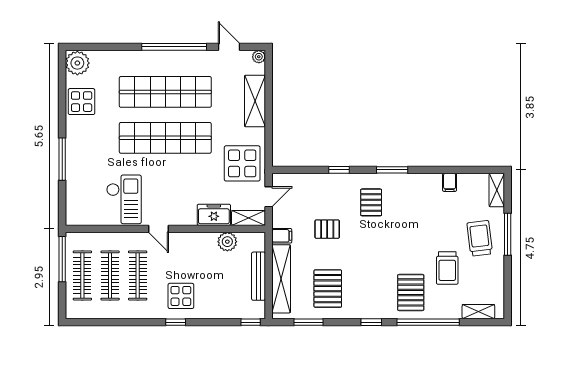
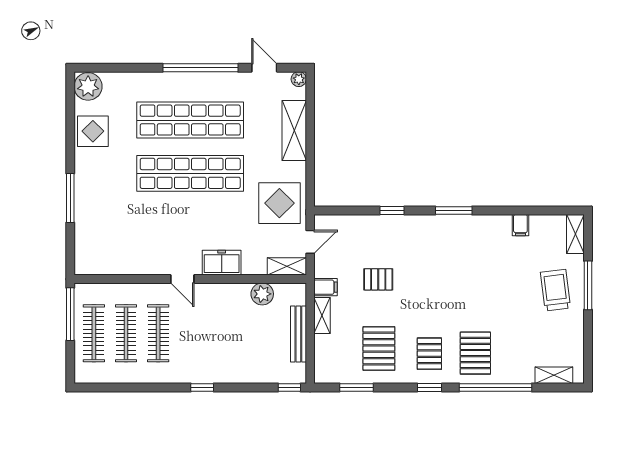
checkout: (124, 199) -> (142, 245), removed
pallet: (371, 202) -> (429, 354), moved
freezer: (214, 215) -> (222, 263), moved
trolley: (447, 268) -> (518, 325), removed
shelving: (281, 279) -> (322, 315), width x0.45, depth x0.75
display table: (181, 296) -> (208, 357), removed

